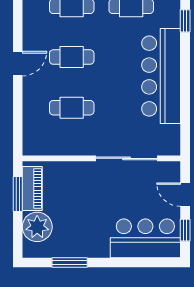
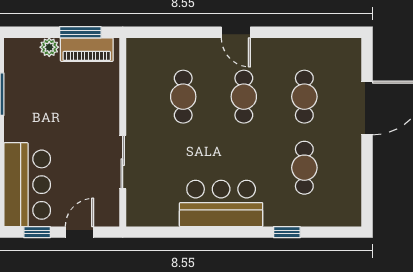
bar counter: (161, 76) -> (221, 203), width x0.73
sliding door: (127, 158) -> (123, 162), width x0.73
plant: (37, 227) -> (49, 47), width x0.53, depth x0.53

